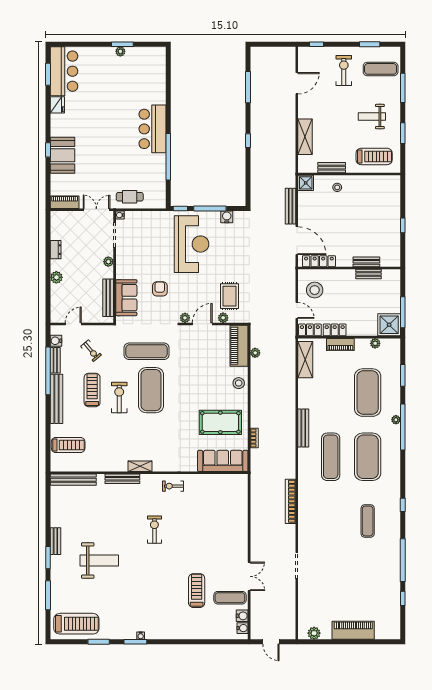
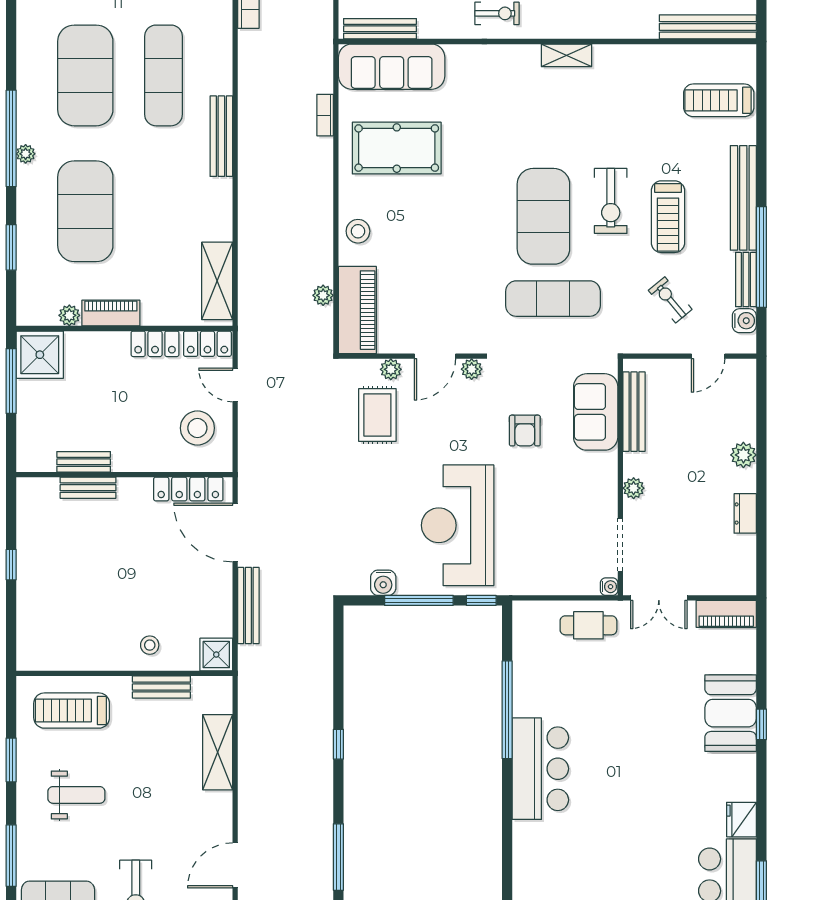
piano: (340, 344) -> (111, 313), moved
bench: (122, 479) -> (380, 29), moved

